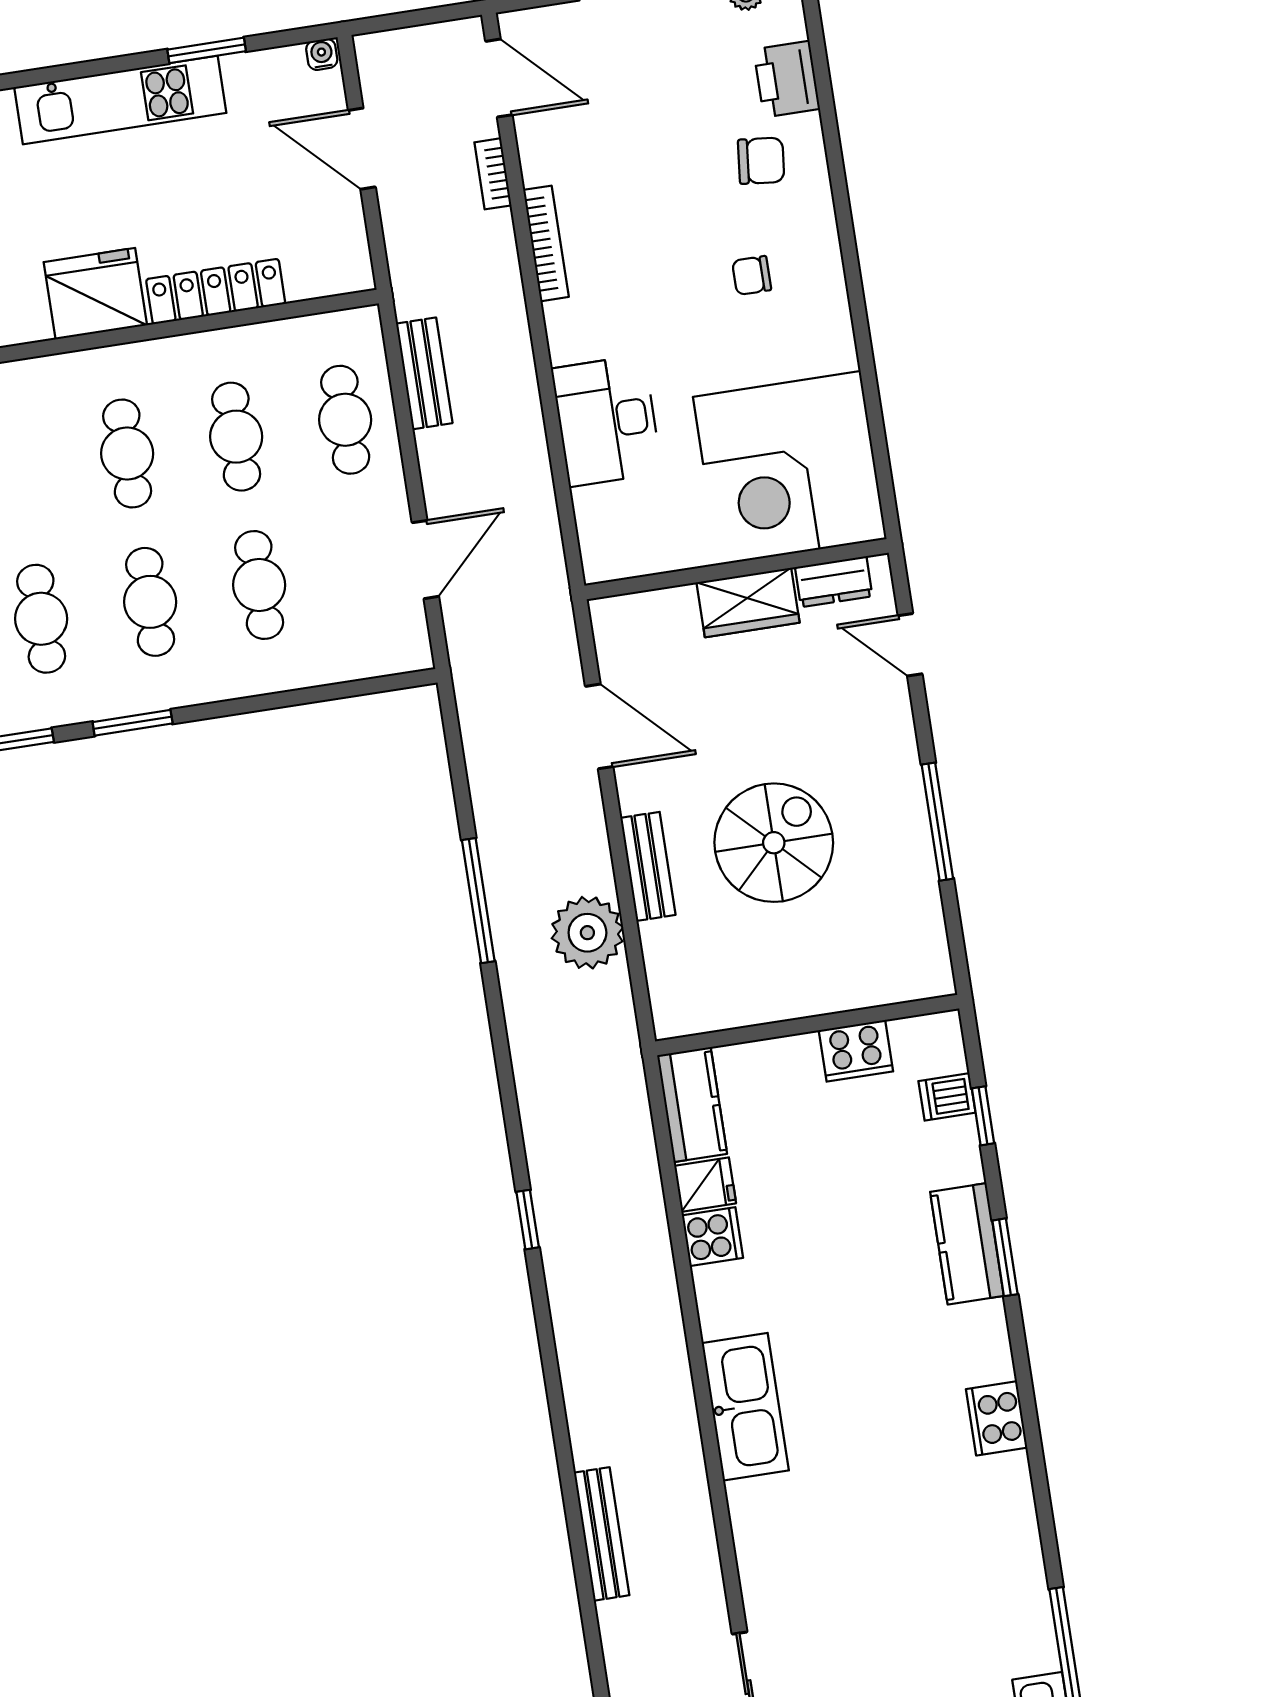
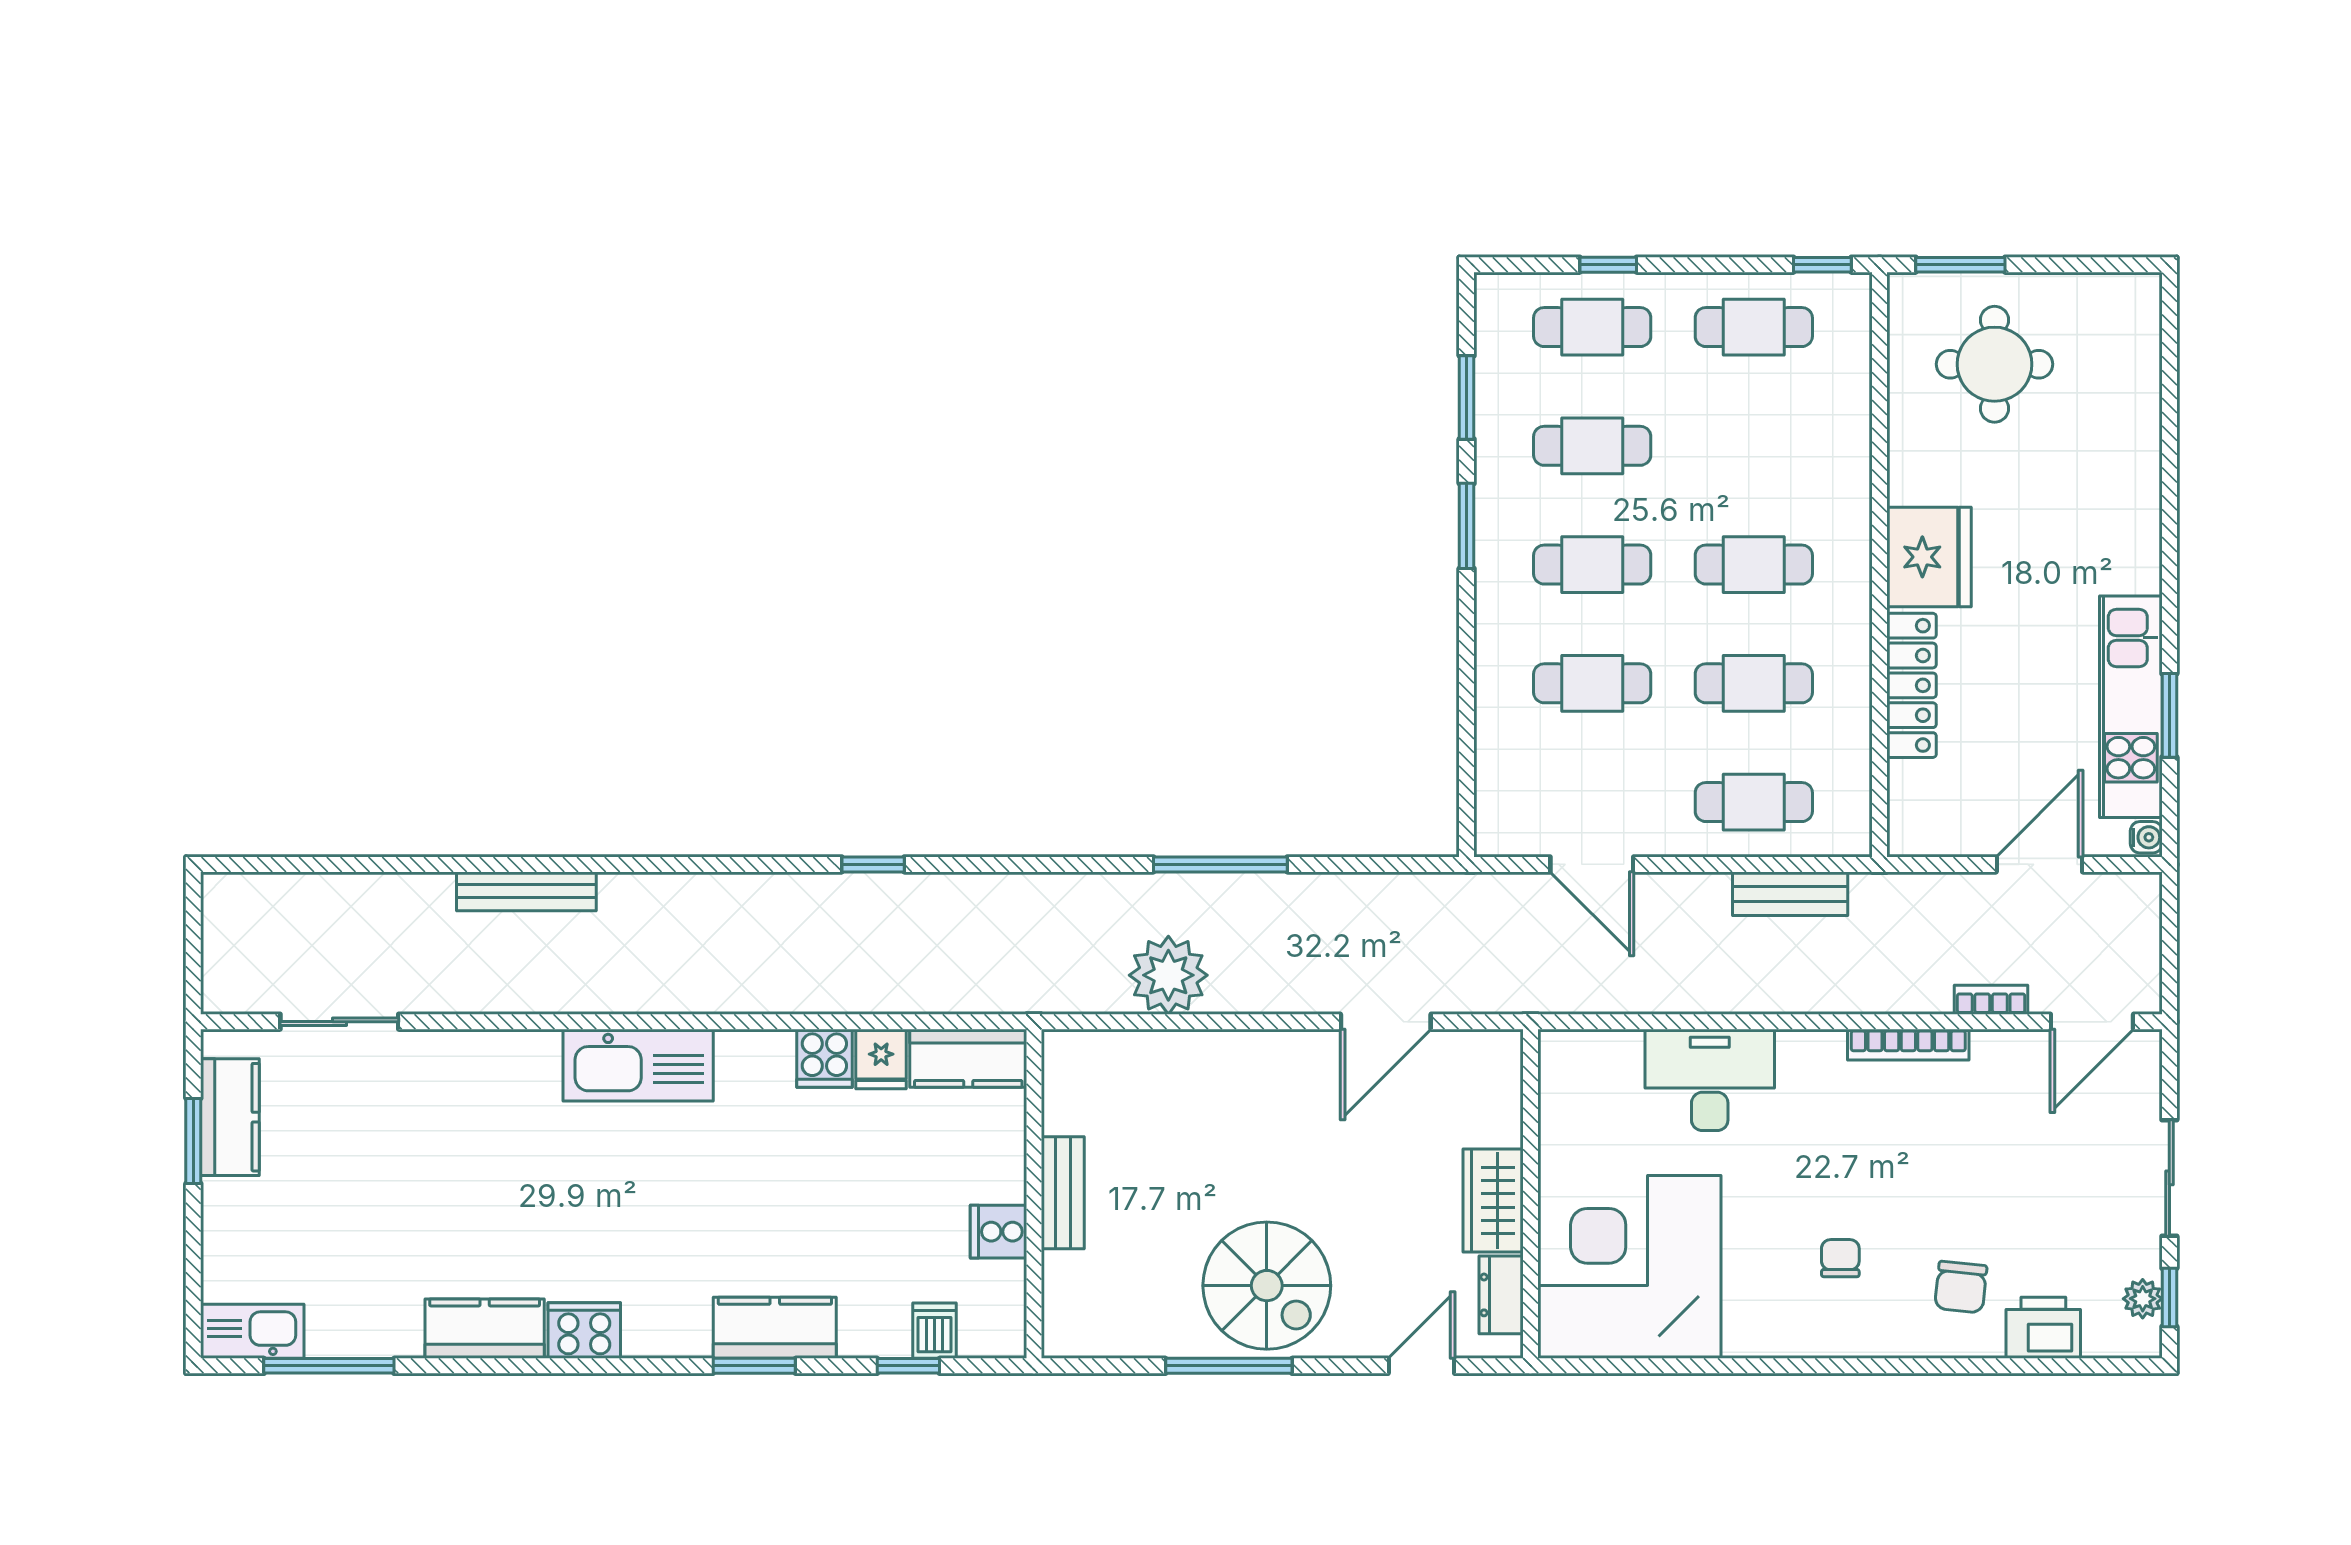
kitchen unit: (120, 100) -> (2131, 707), moved
spiral stairs: (774, 843) -> (1267, 1286), moved
bench: (648, 866) -> (1063, 1193), moved, turned 90
cooker: (856, 1051) -> (998, 1232), width x0.73
kitchen counter: (1009, 1510) -> (485, 1329), added

